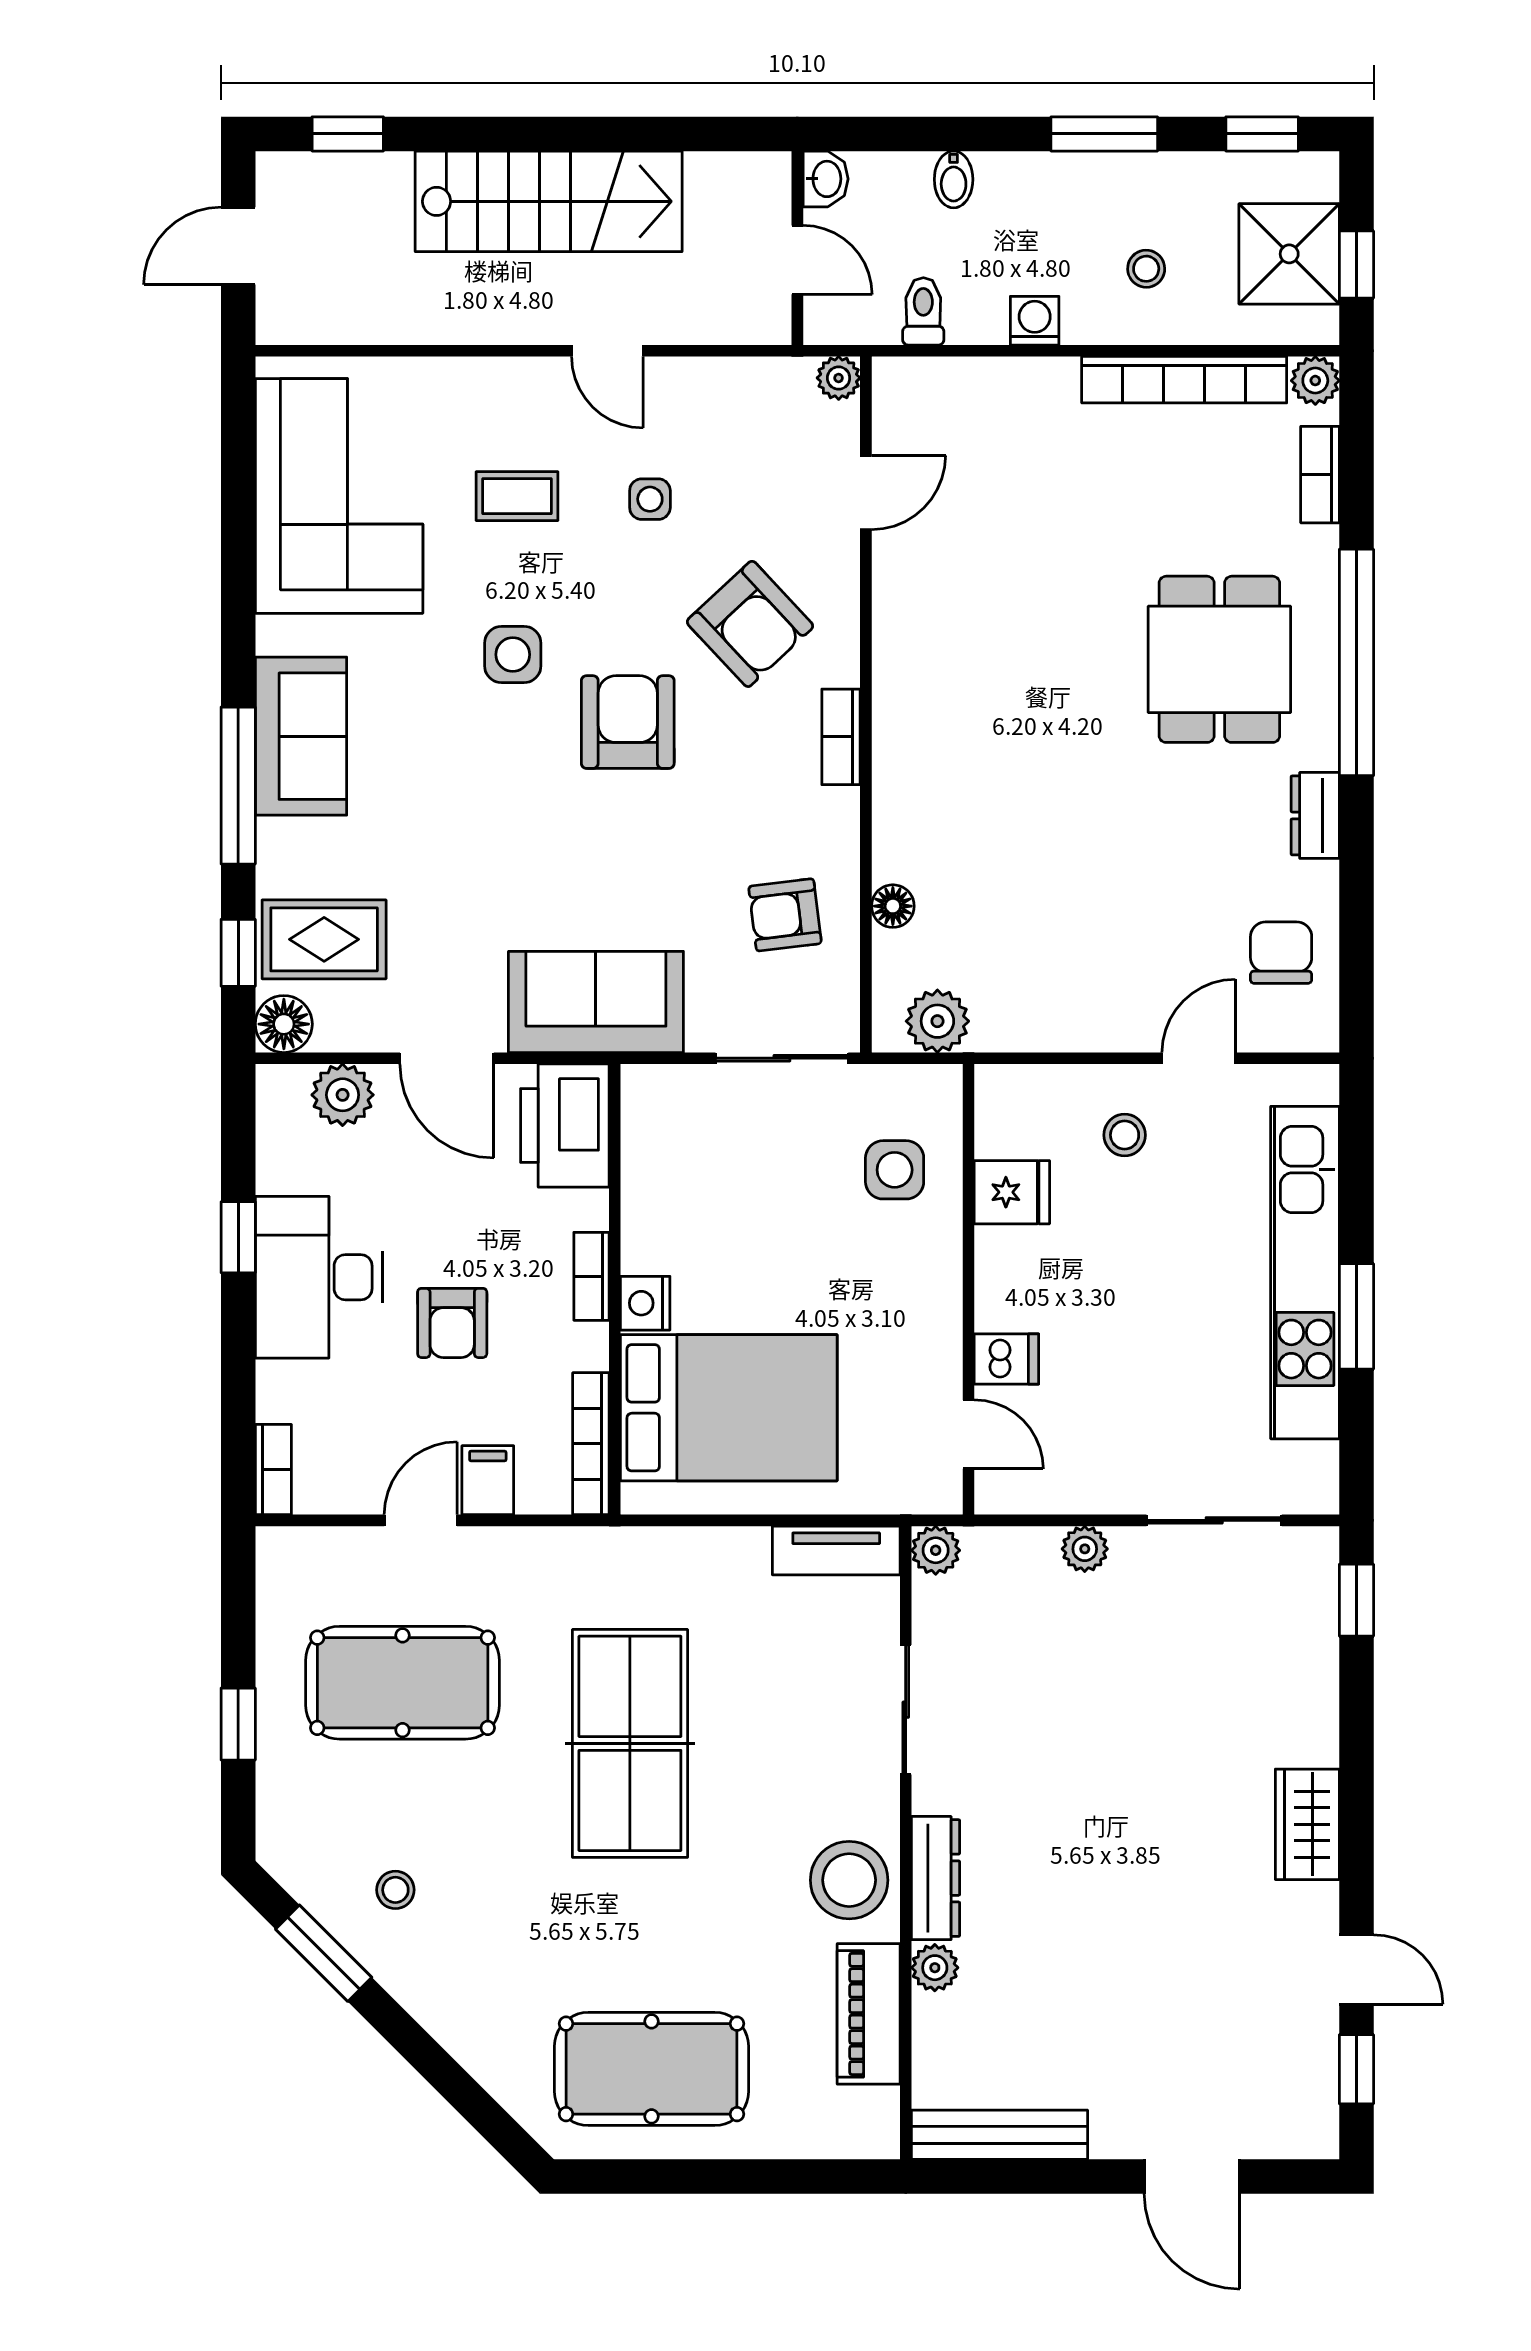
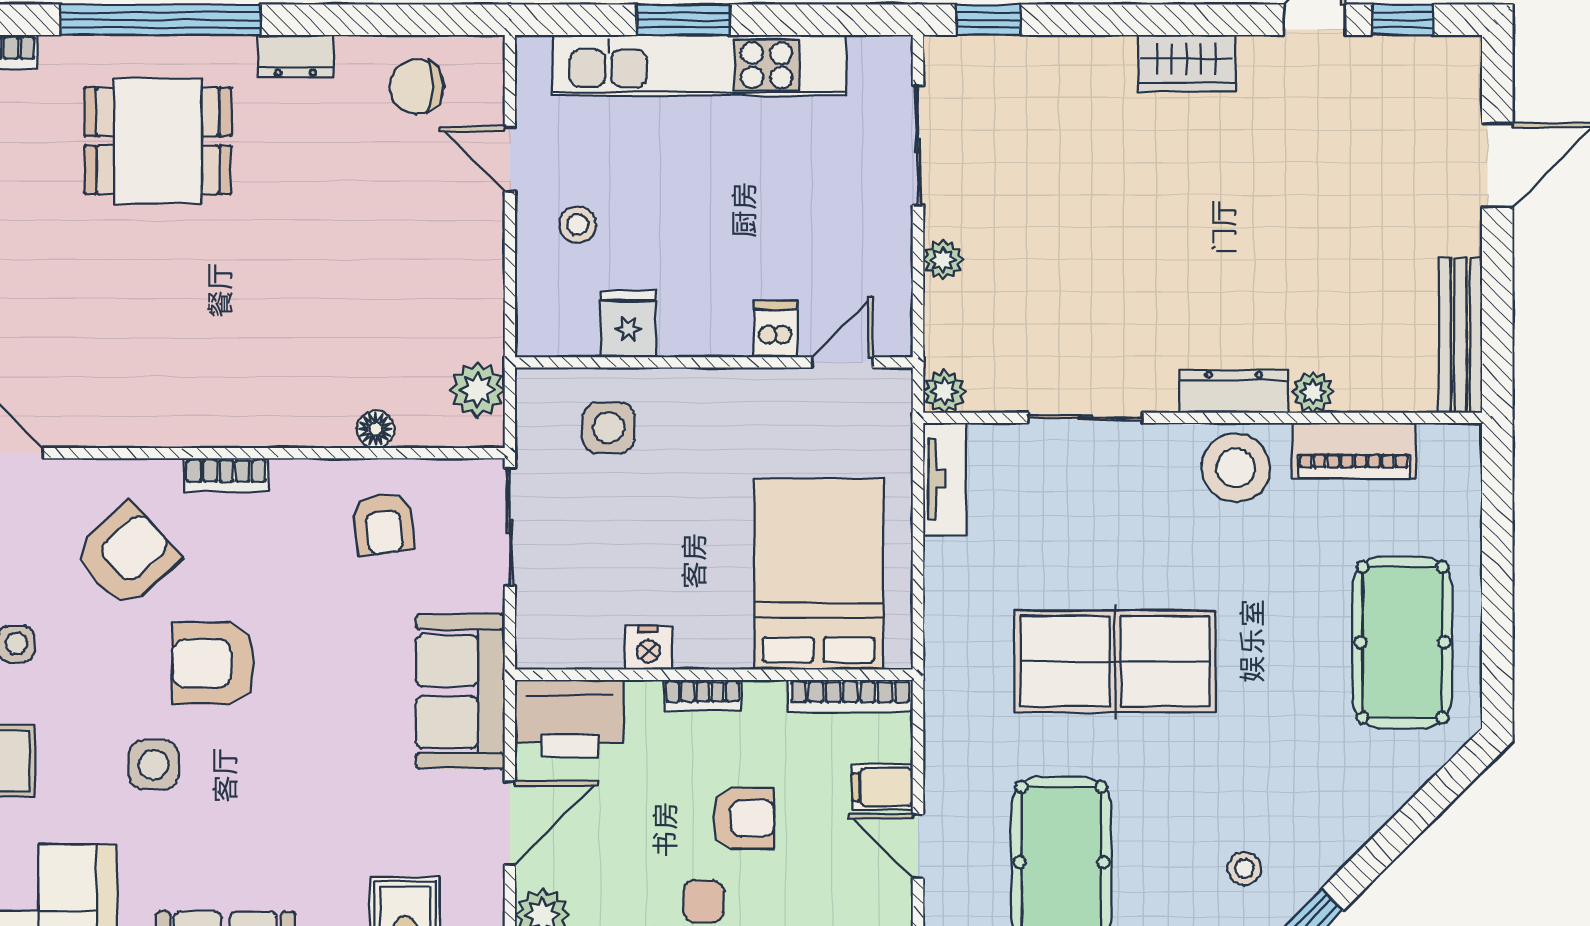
nightstand: (645, 1303) -> (648, 648), moved
window: (1356, 1316) -> (683, 20), moved

